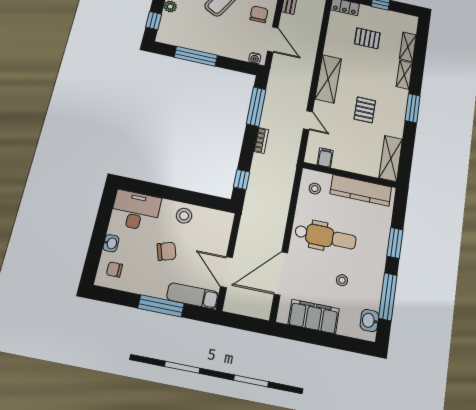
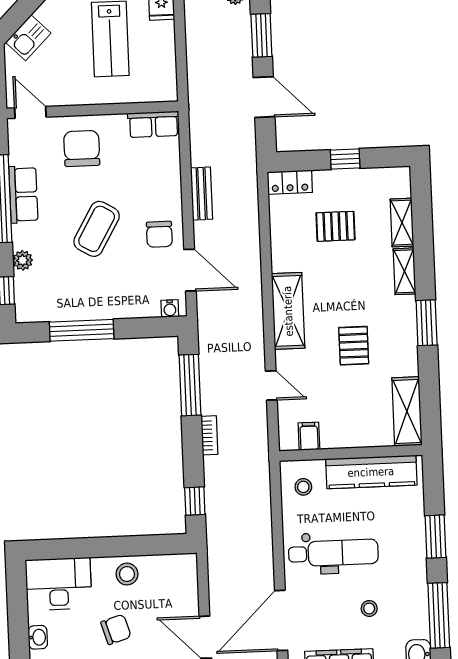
chair: (259, 14) -> (159, 234), turned 180

